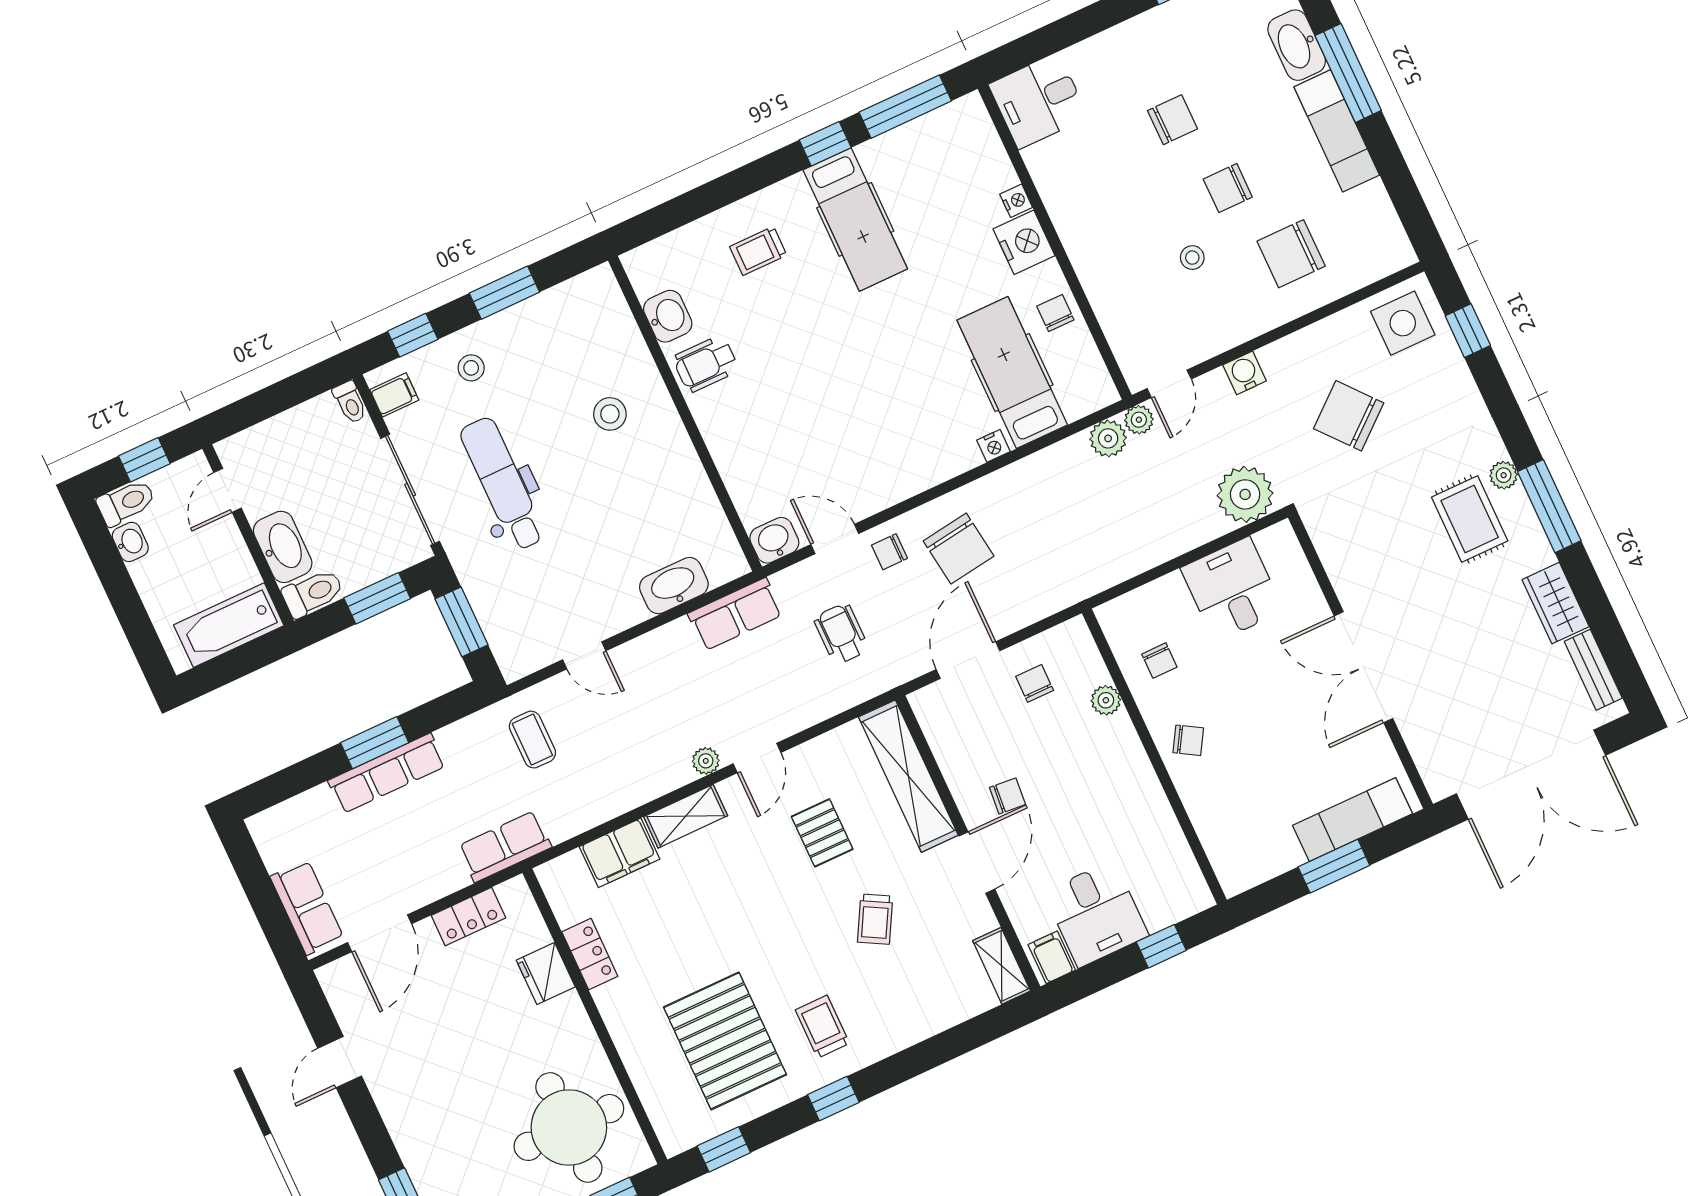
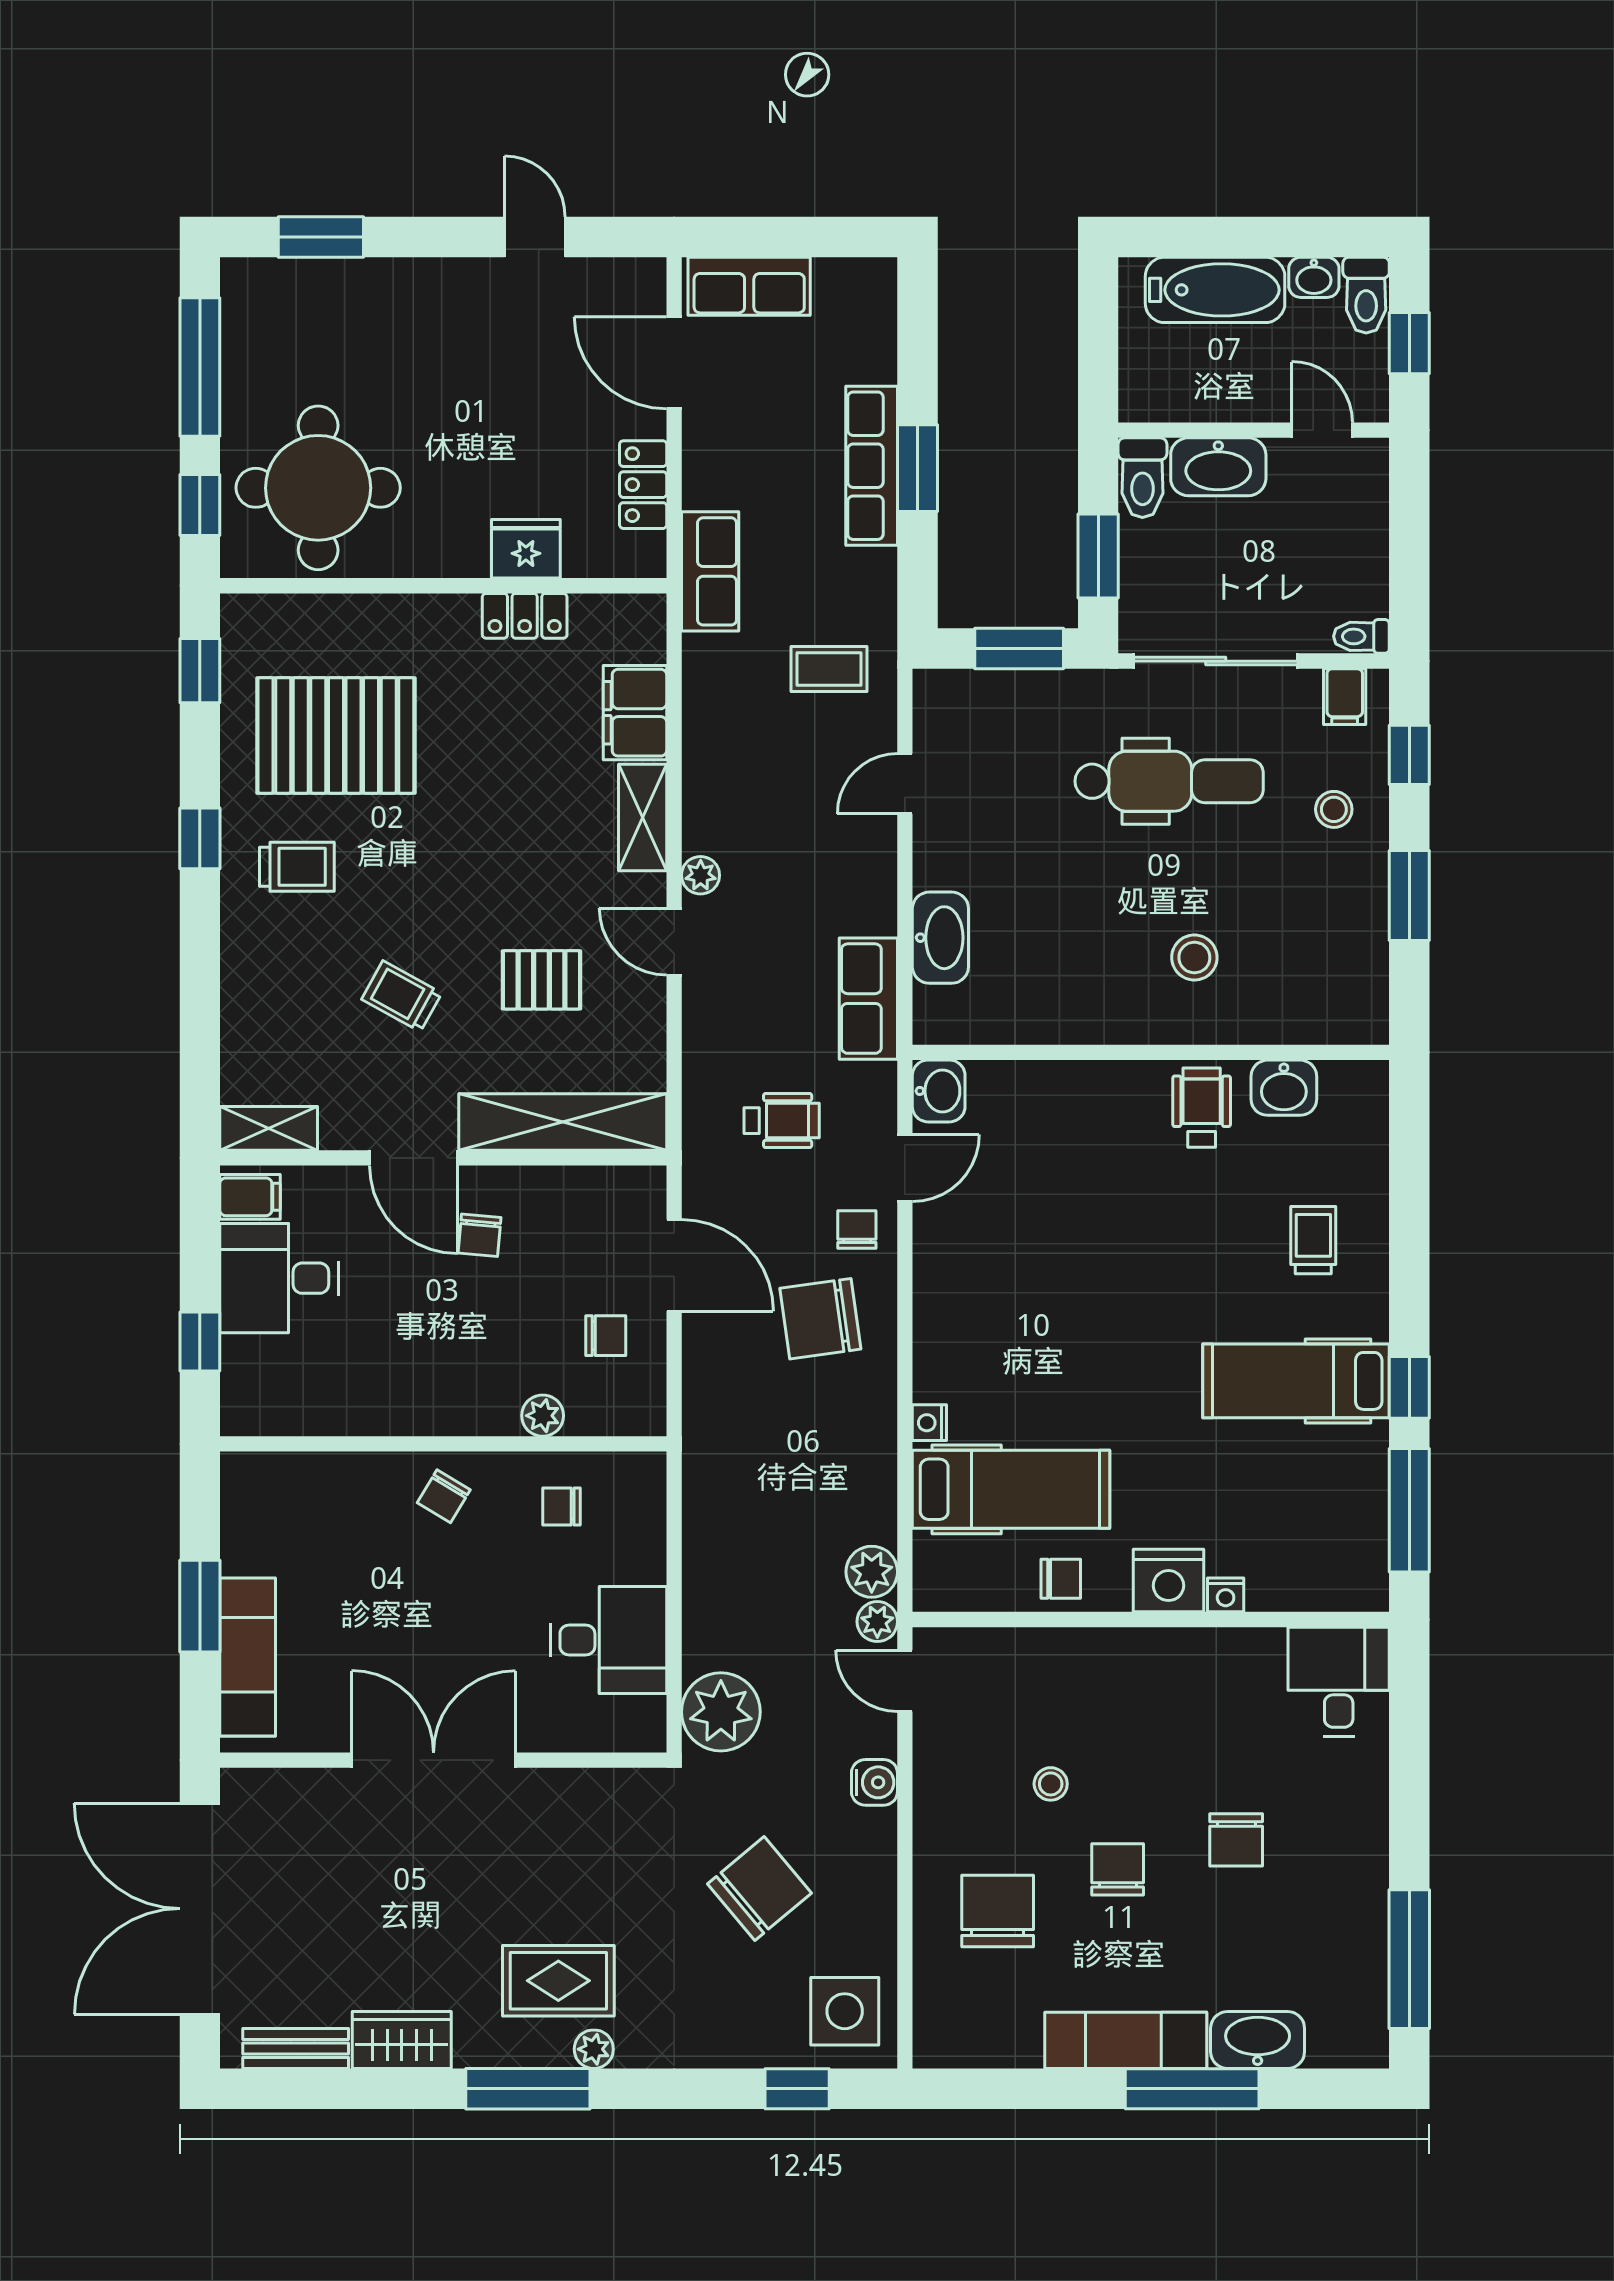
bathtub: (229, 625) -> (1215, 290), moved, turned 90

